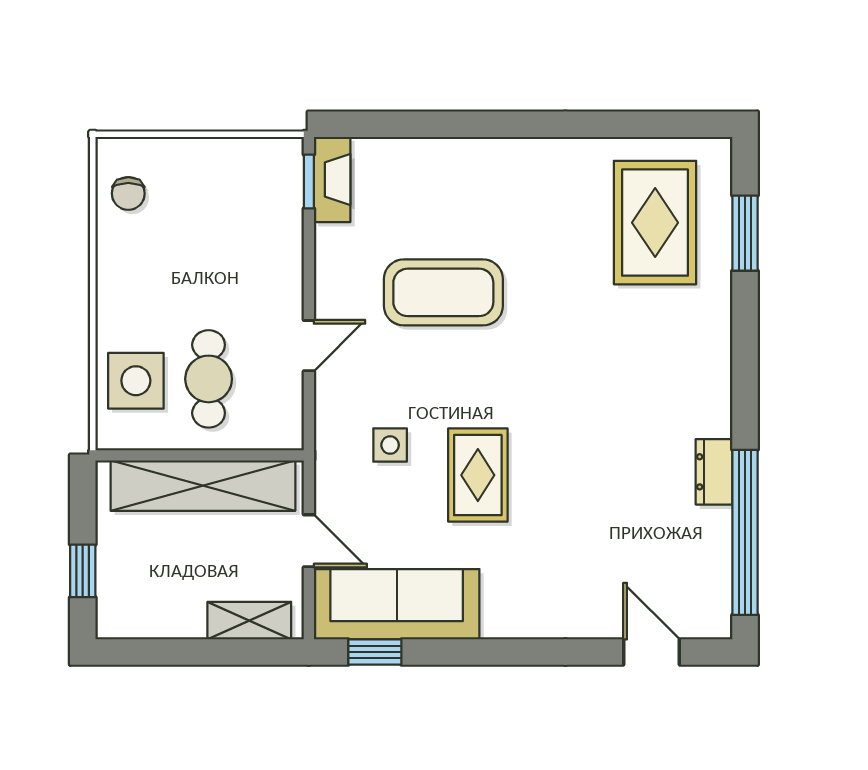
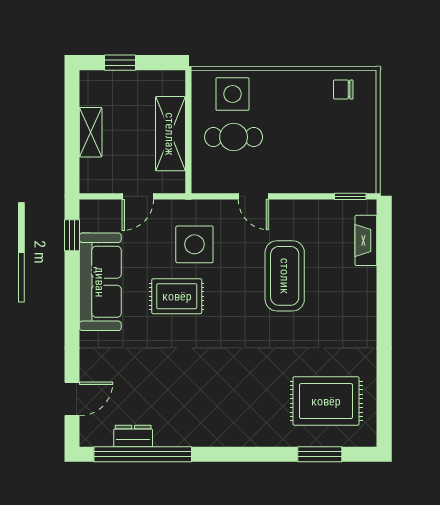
fireplace: (332, 179) -> (366, 240), moved, turned 90
side table: (390, 445) -> (194, 244), width x1.87, depth x1.87
dresser: (714, 472) -> (133, 436), moved
shelving: (203, 486) -> (170, 134), width x0.68
sofa: (397, 604) -> (100, 282), moved
shelving: (249, 621) -> (91, 132), moved

